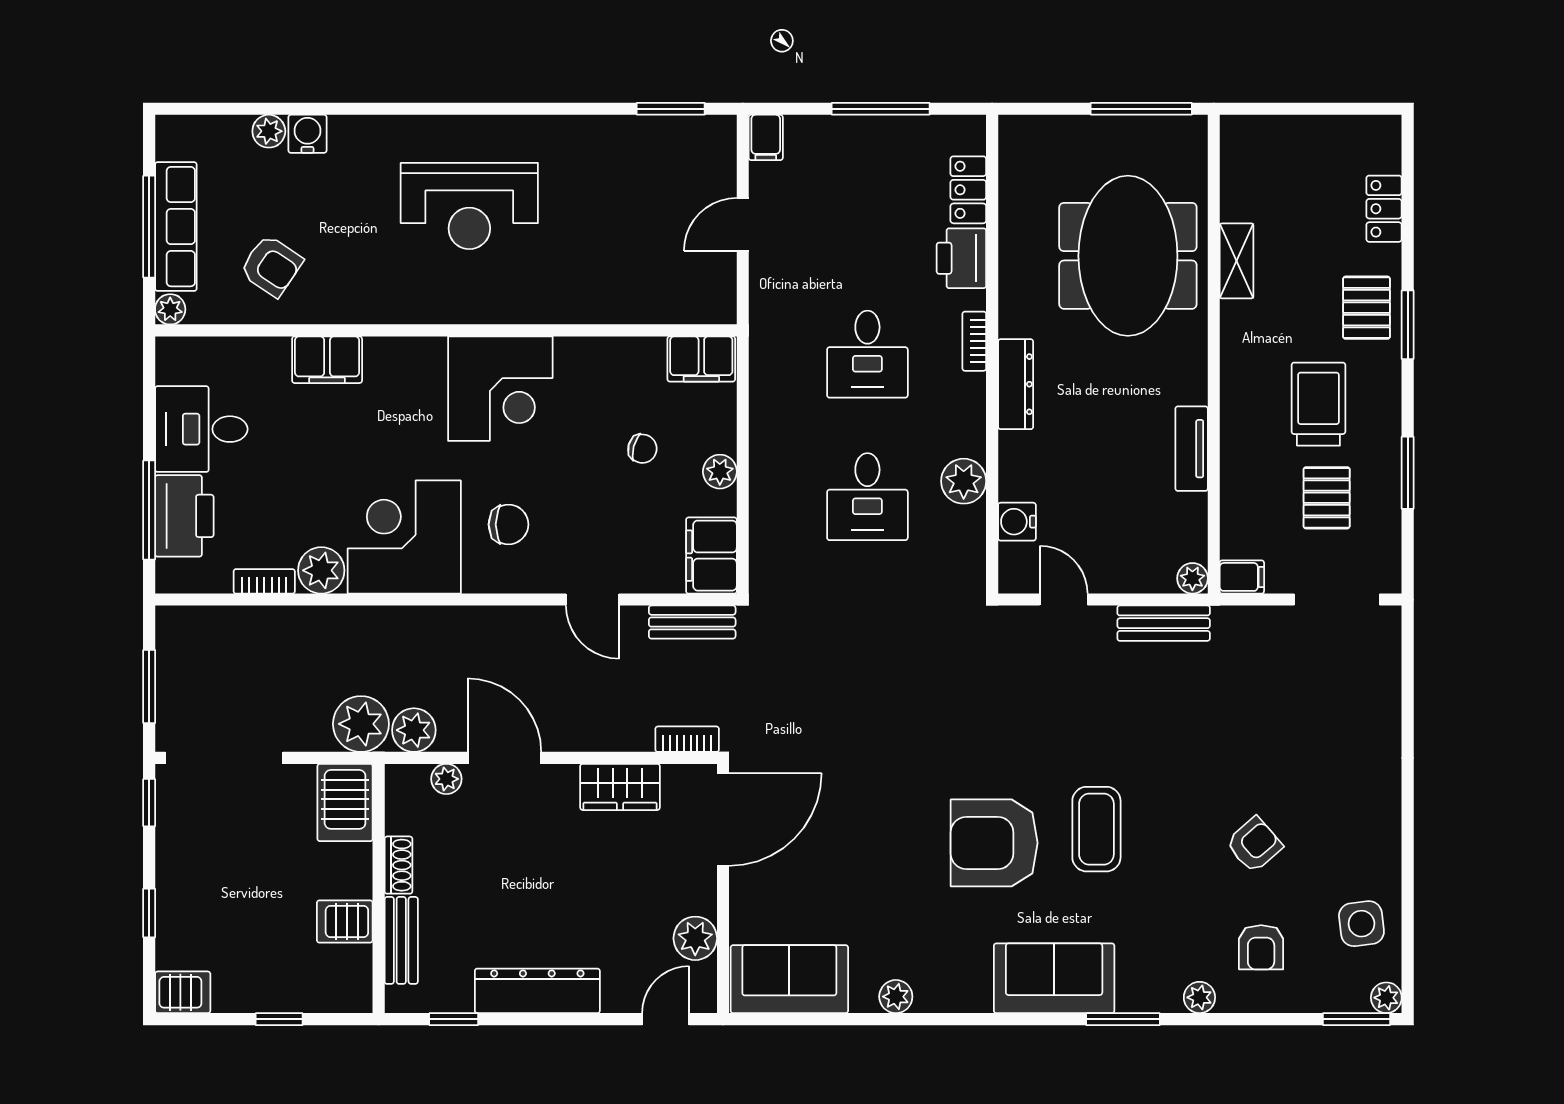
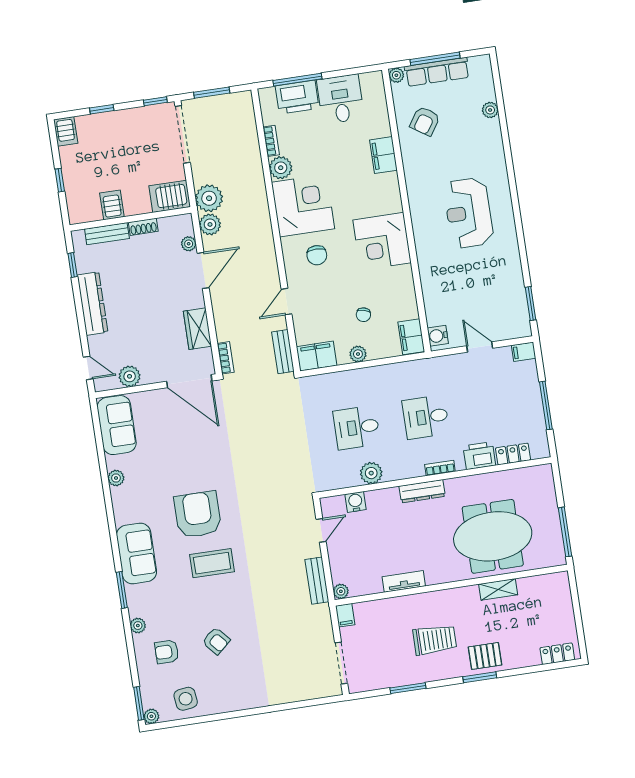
water cooler: (307, 134) -> (438, 336), moved, turned 180
locker: (1384, 209) -> (557, 654), moved
pallet: (1327, 498) -> (390, 651), removed

